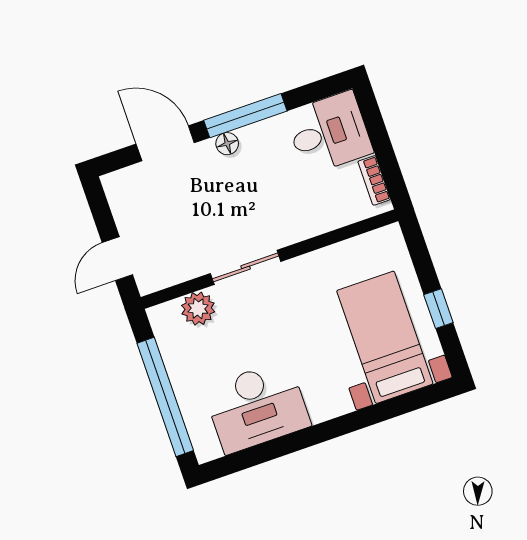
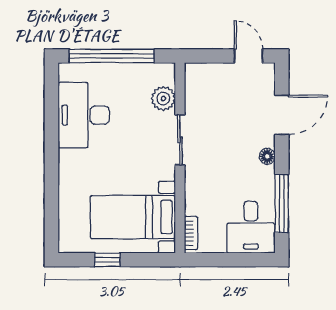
window: (245, 116) -> (282, 204), moved
bookcase: (374, 180) -> (191, 233), moved, turned 90
door: (117, 259) -> (248, 56), moved
bed with nightstands: (385, 337) -> (133, 217), moved, turned 180

